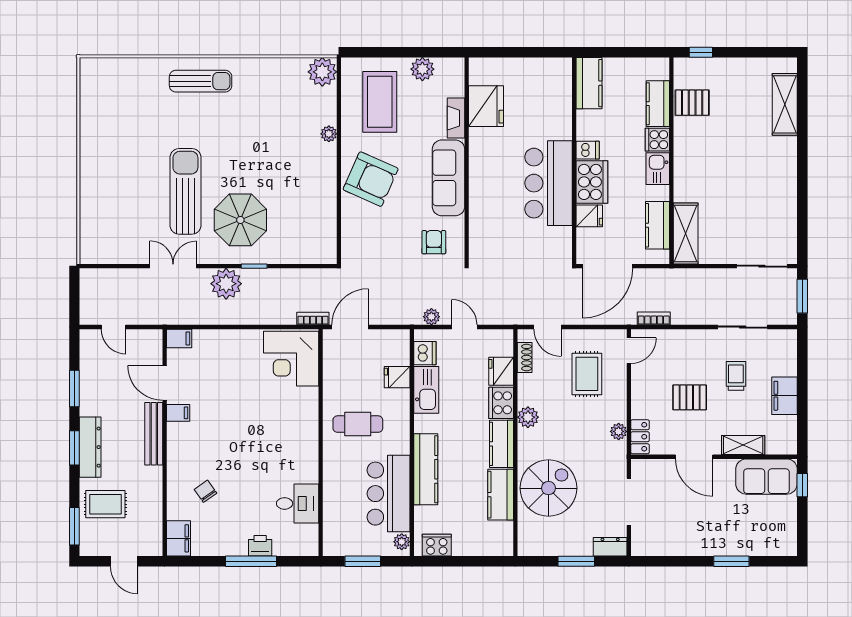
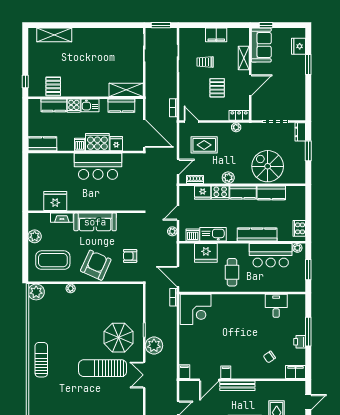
armchair: (434, 242) -> (130, 256), moved
fridge: (397, 377) -> (206, 253), width x1.88, depth x1.34
fridge: (764, 544) -> (299, 46), added
printer: (260, 546) -> (300, 342), moved

